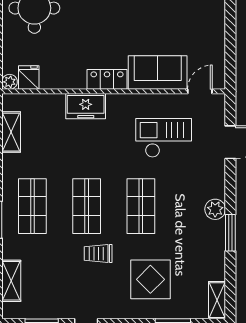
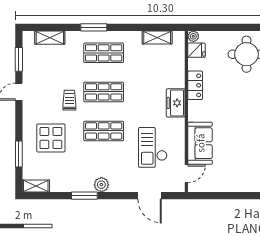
locker: (107, 79) -> (195, 85), moved
door: (200, 91) -> (186, 174), hinge flipped
freezer: (86, 106) -> (176, 103), moved
checkout: (164, 138) -> (153, 147), turned 180

